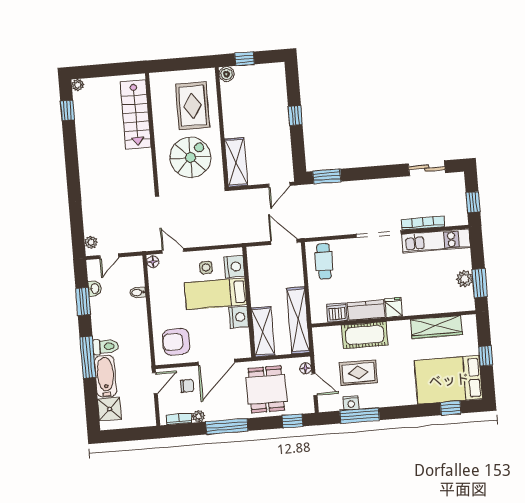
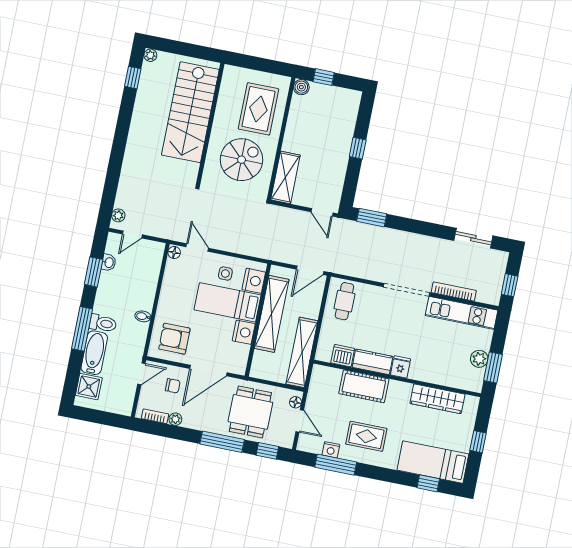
stairs: (136, 114) -> (190, 112), width x1.36, depth x1.51
door: (279, 185) -> (322, 212), hinge flipped
door: (284, 242) -> (310, 270), swing flipped
bidet: (138, 292) -> (143, 316), moved
shelving: (263, 332) -> (272, 314), moved, width x1.47
rug: (358, 373) -> (366, 436), moved
bed: (449, 380) -> (433, 462), width x0.67
window: (227, 426) -> (222, 442), moved

